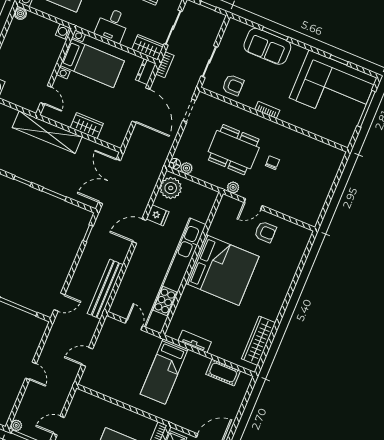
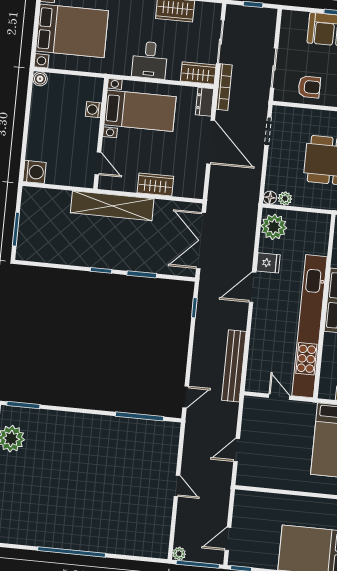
washing machine: (64, 32) -> (94, 110), moved
bookcase: (165, 65) -> (224, 87), width x1.56

